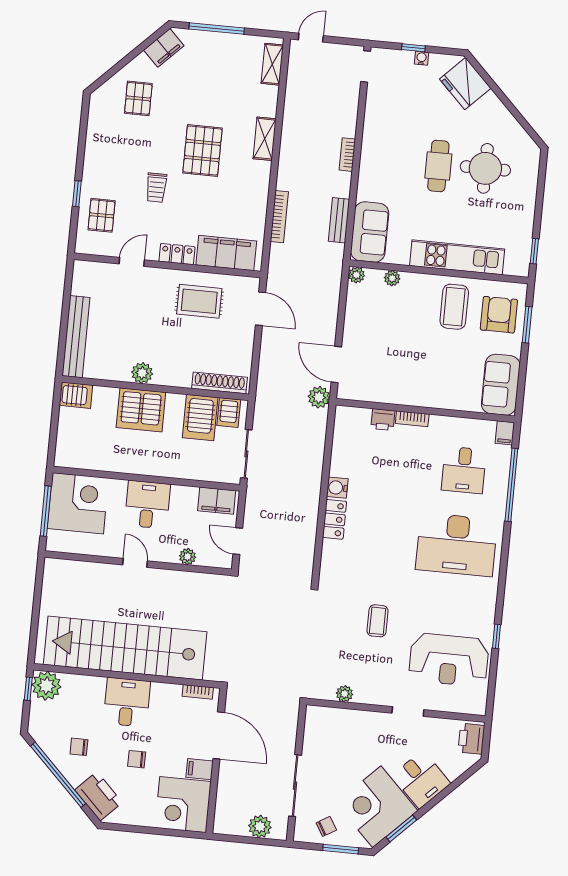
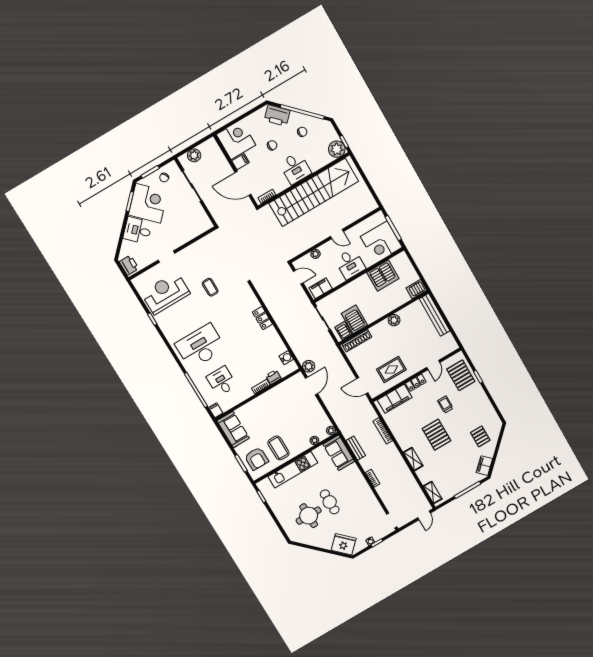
pallet: (102, 215) -> (461, 375), width x1.50, depth x1.42
door: (336, 365) -> (311, 386), hinge flipped
server rack: (141, 410) -> (383, 276), moved, turned 180
water cooler: (337, 488) -> (286, 358), moved
plant: (345, 694) -> (201, 244), removed

